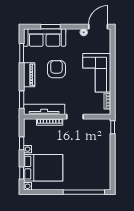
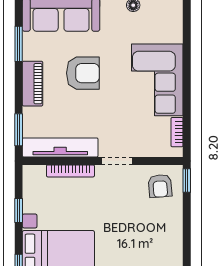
armchair: (56, 69) -> (83, 73), turned 90
armchair: (98, 130) -> (160, 186), added

